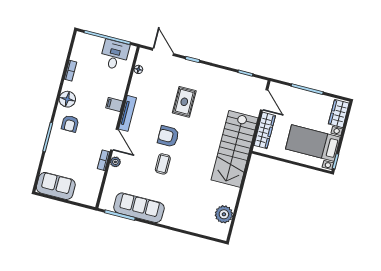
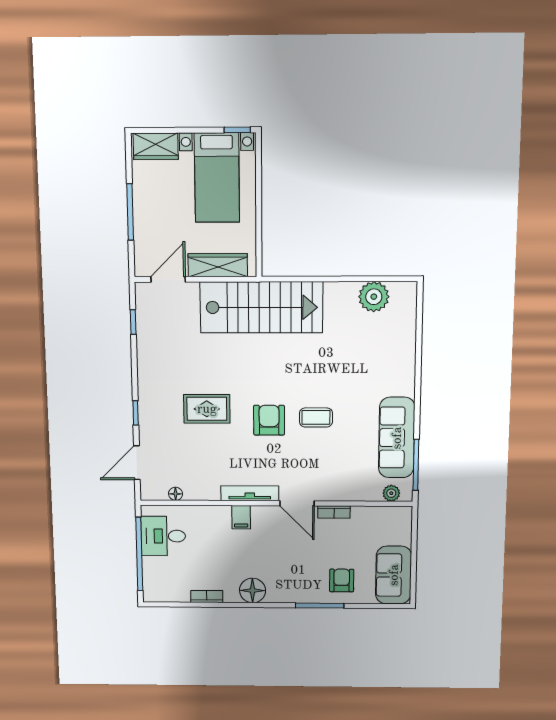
armchair: (70, 124) -> (342, 580), moved, turned -90
armchair: (168, 136) -> (269, 420), turned 180
door: (114, 140) -> (297, 503), swing flipped
plant: (115, 162) -> (391, 493), moved

